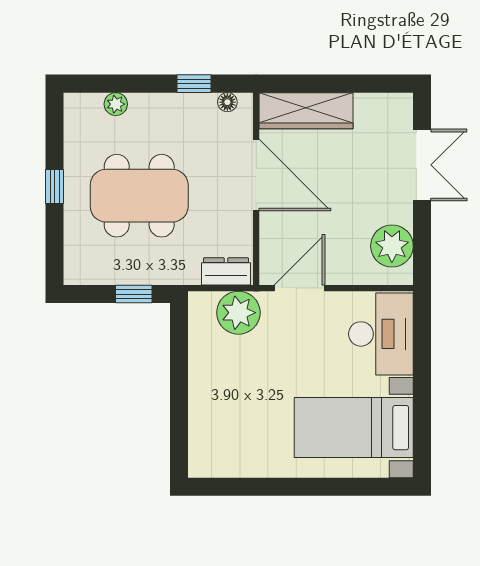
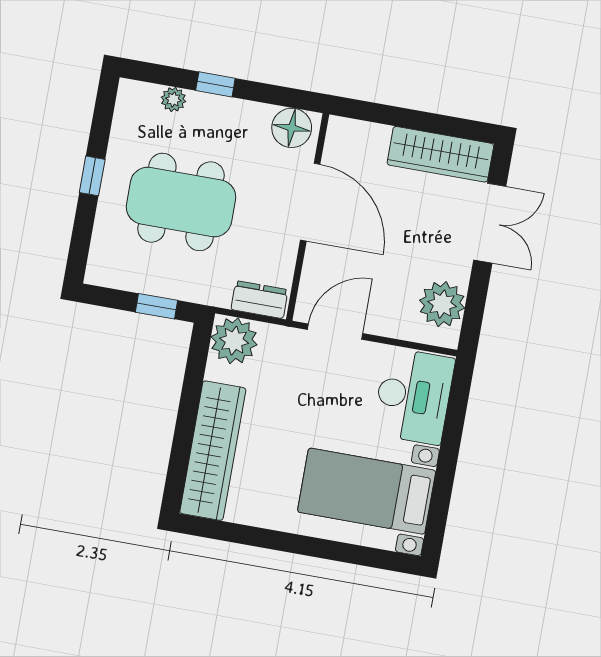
window: (194, 84) -> (215, 84), moved
floor lamp: (227, 102) -> (292, 128), width x1.89, depth x1.89
wardrobe: (306, 111) -> (440, 154), moved
plant: (238, 313) -> (234, 341), moved
wardrobe: (208, 416) -> (213, 451), added

